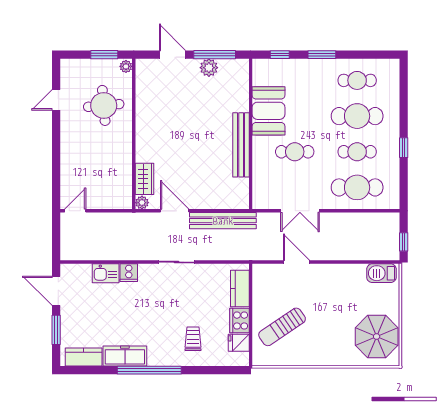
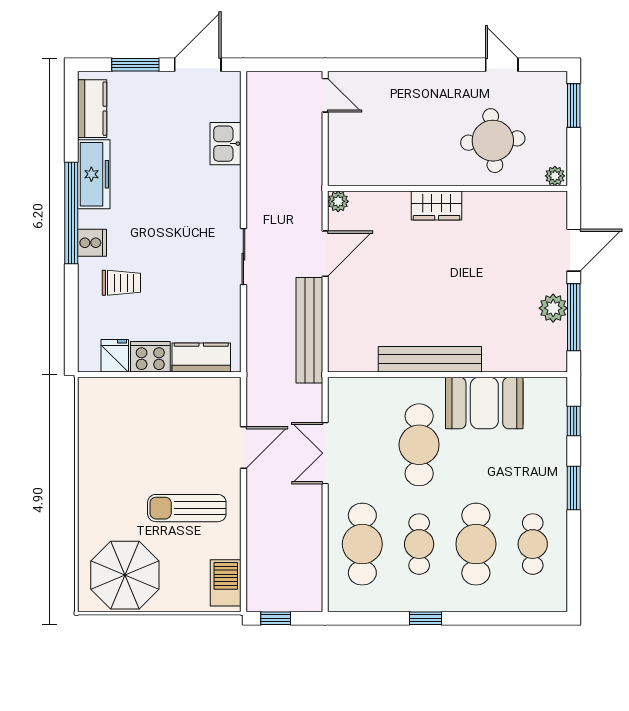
window: (104, 55) -> (574, 106), moved
cafe table: (295, 152) -> (419, 445), width x1.37, depth x1.35
wardrobe: (144, 179) -> (437, 205), moved
cooker: (129, 273) -> (92, 243), moved, turned 180
sun lounger: (282, 327) -> (187, 508), moved, turned -56

